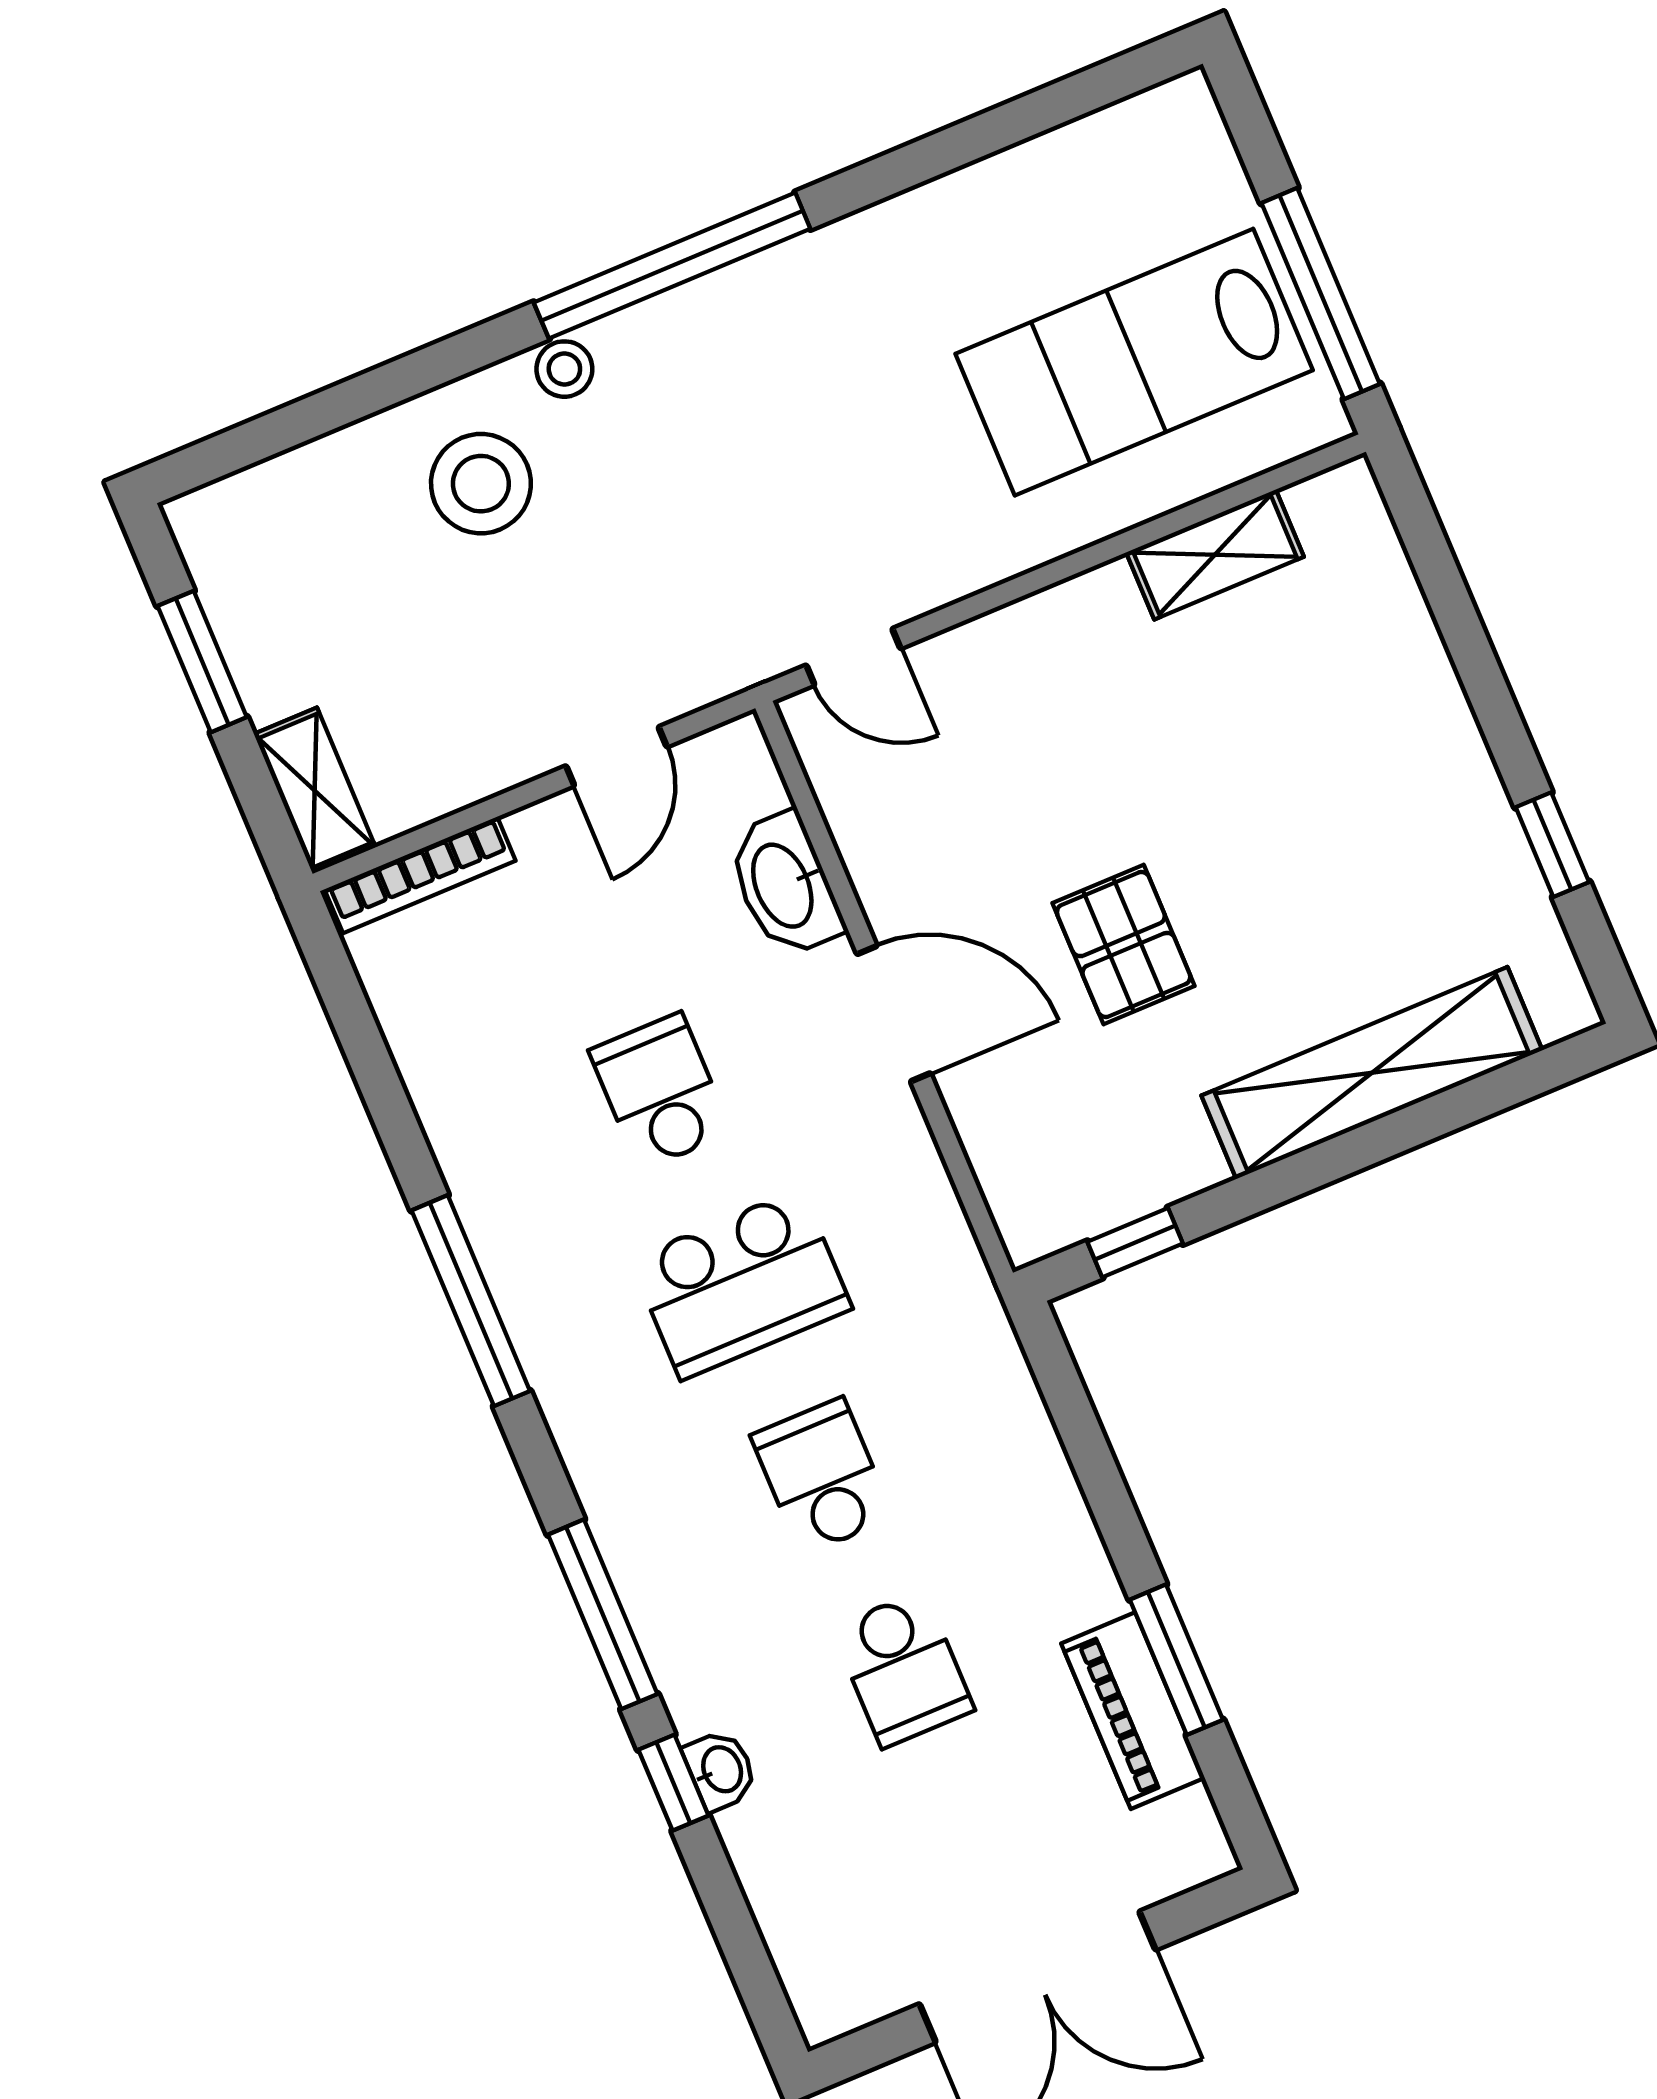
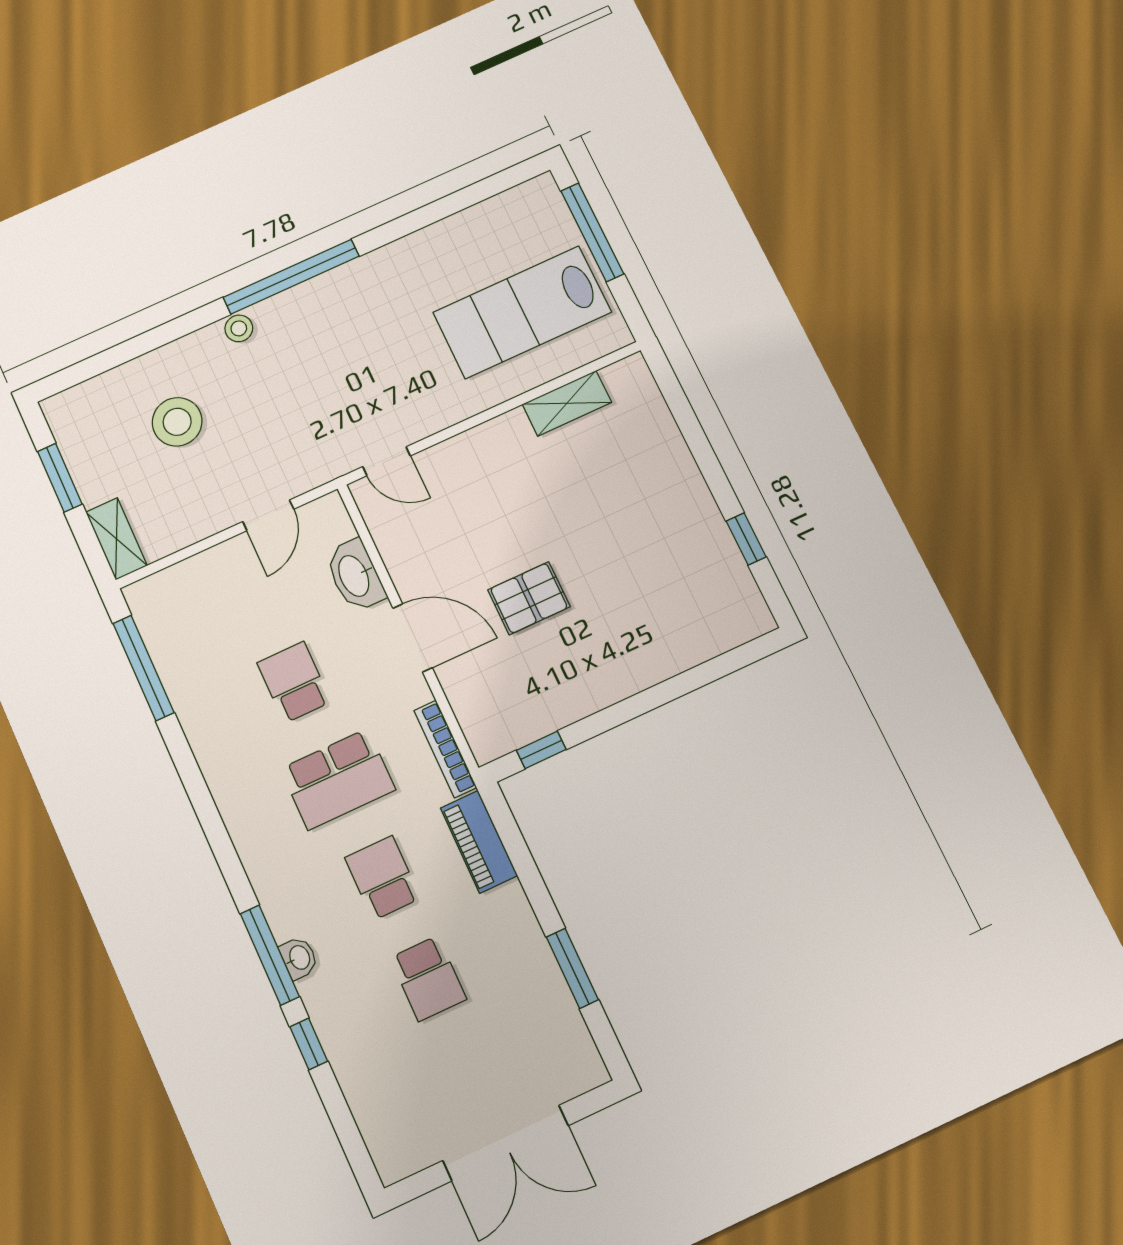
window: (1321, 294) -> (592, 232), moved
stool: (481, 484) -> (177, 422), moved
bookcase: (420, 875) -> (445, 749), moved, turned 90
pallet: (1124, 945) -> (529, 598), turned 90
shelving: (1372, 1073) -> (660, 658), removed
window: (471, 1301) -> (143, 668), moved
piano: (1133, 1711) -> (479, 842), moved
washbasin: (721, 1770) -> (299, 958), moved

